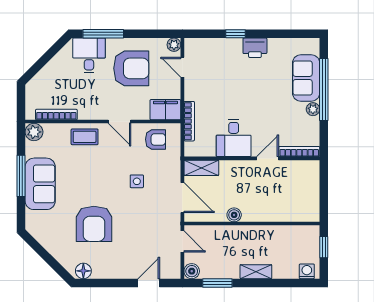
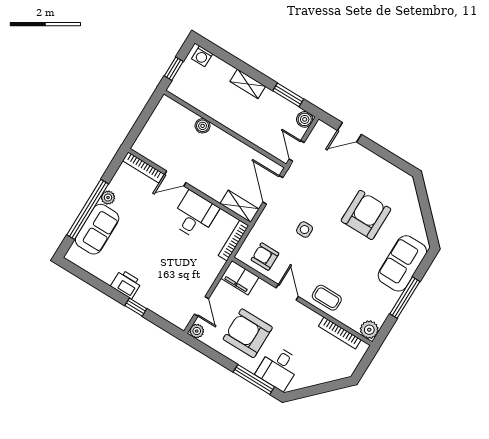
bookcase: (189, 121) -> (233, 241), moved
sofa: (40, 184) -> (402, 263), moved
boiler: (234, 215) -> (203, 126), moved
floor lamp: (83, 271) -> (401, 179), removed

